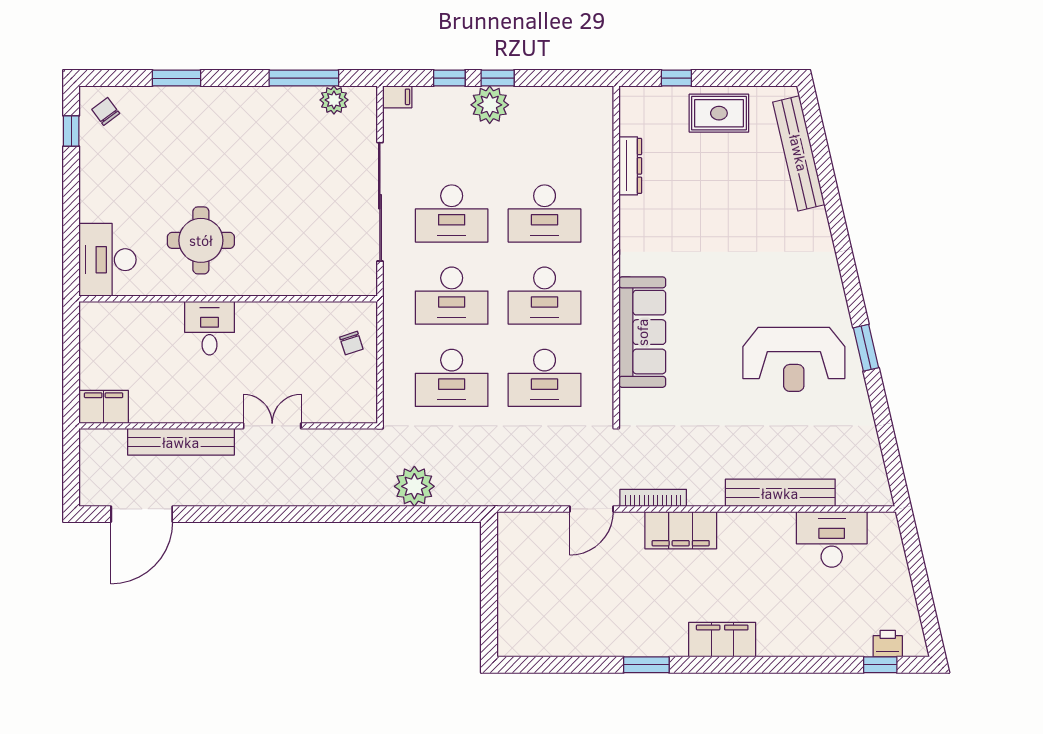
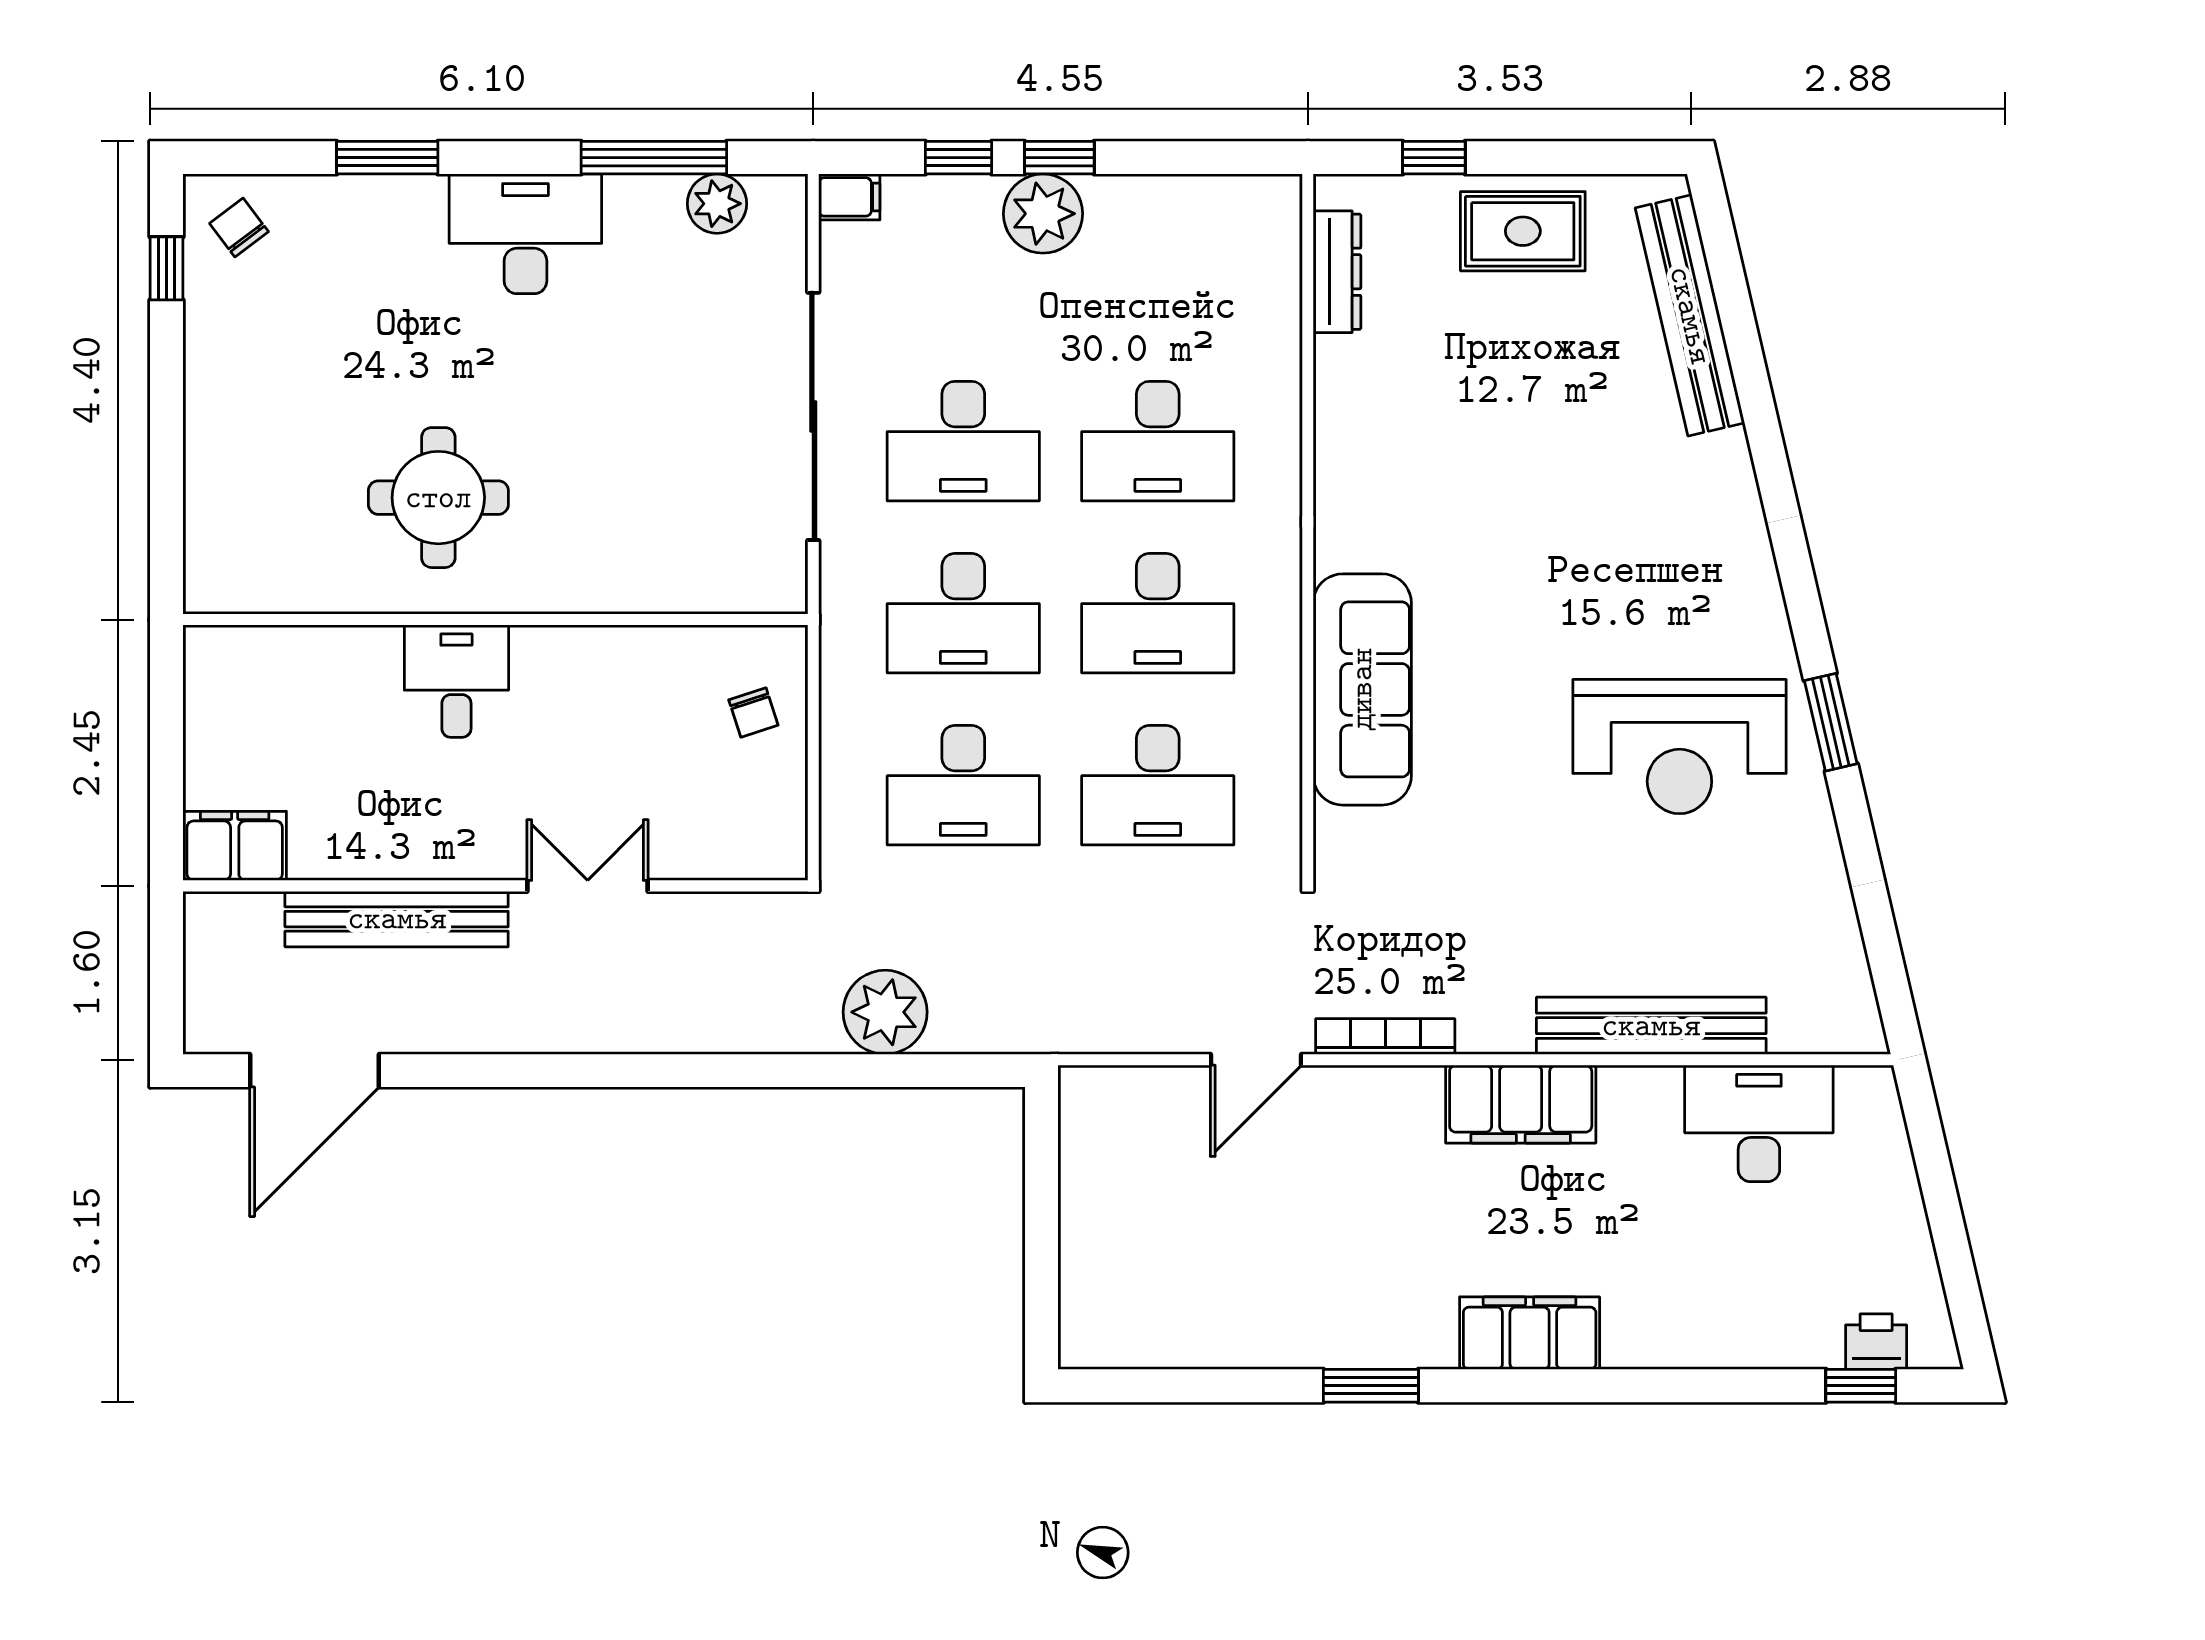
dresser: (630, 166) -> (1337, 272), moved
desk: (107, 260) -> (525, 234), moved, turned 90
filing cabinet: (681, 530) -> (1521, 1104), moved

